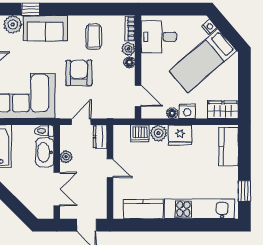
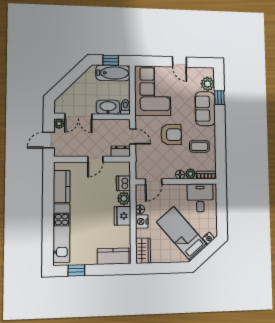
plant: (66, 157) -> (59, 124), moved

